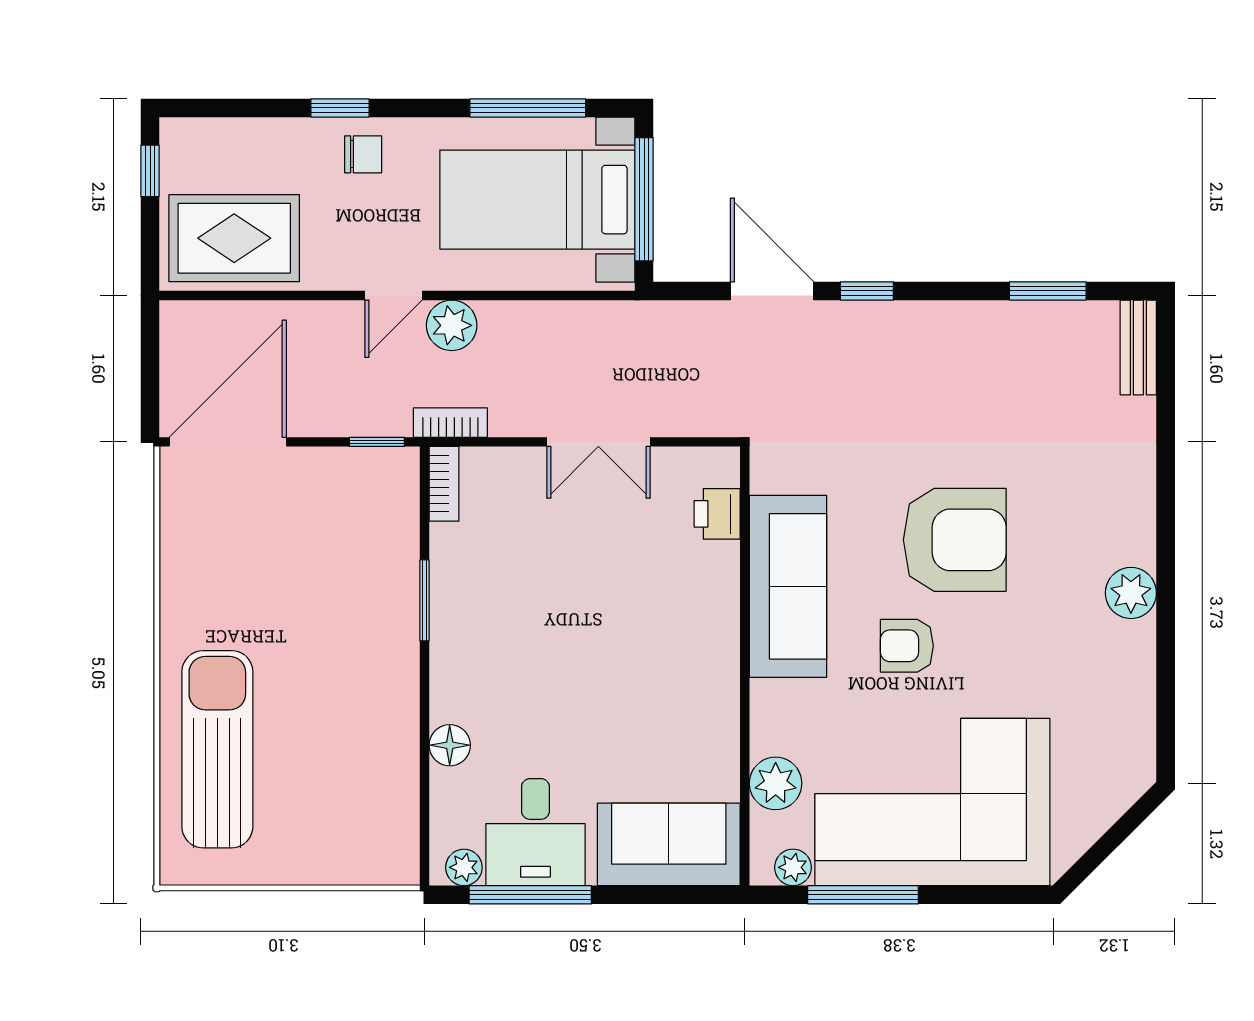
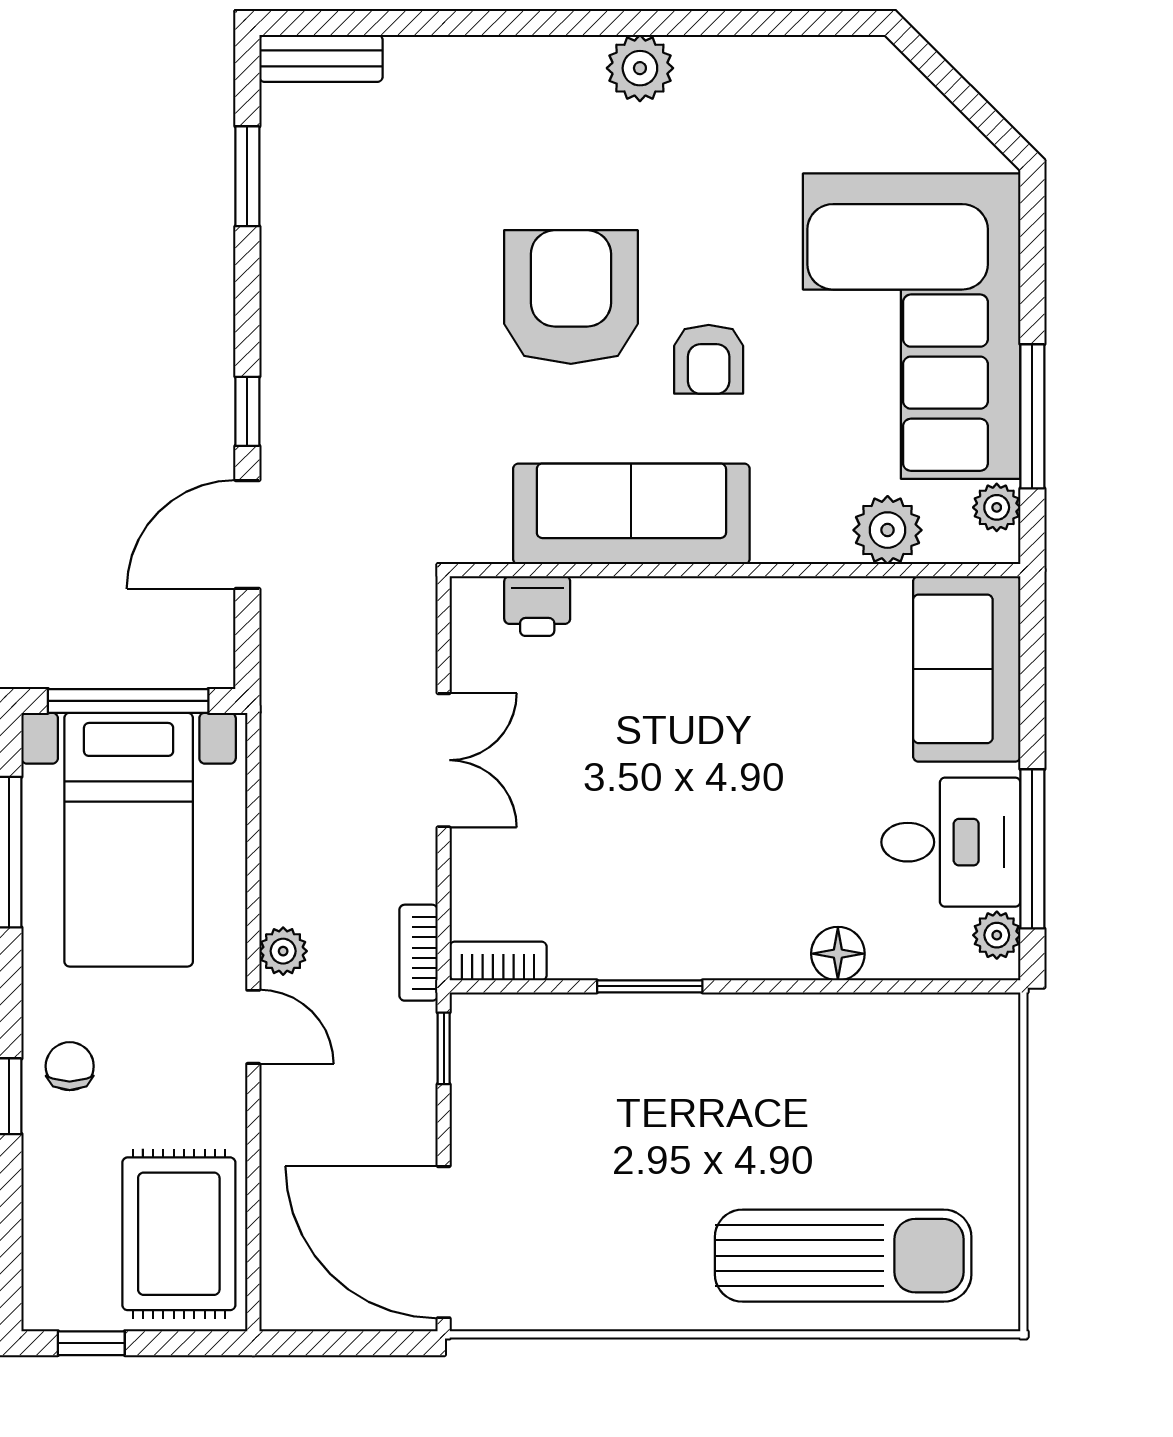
plant: (452, 325) -> (283, 951), width x0.73, depth x0.73
sun lounger: (217, 749) -> (843, 1256), turned 180

